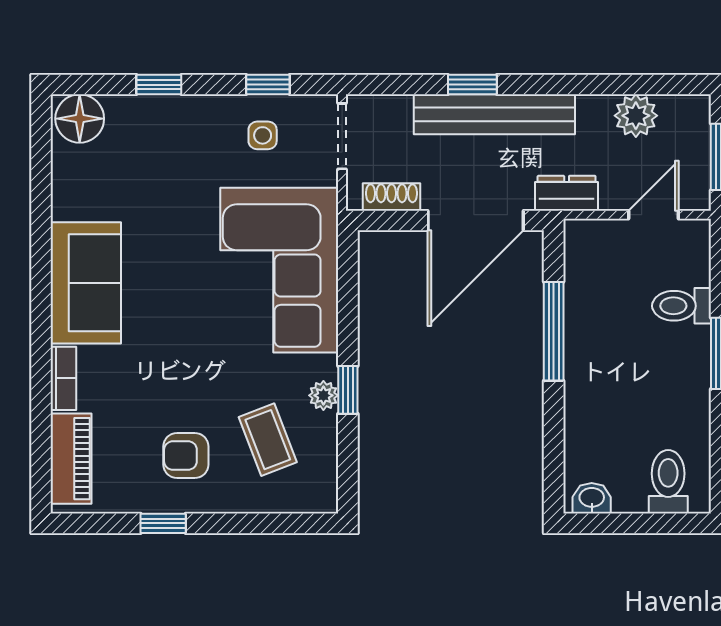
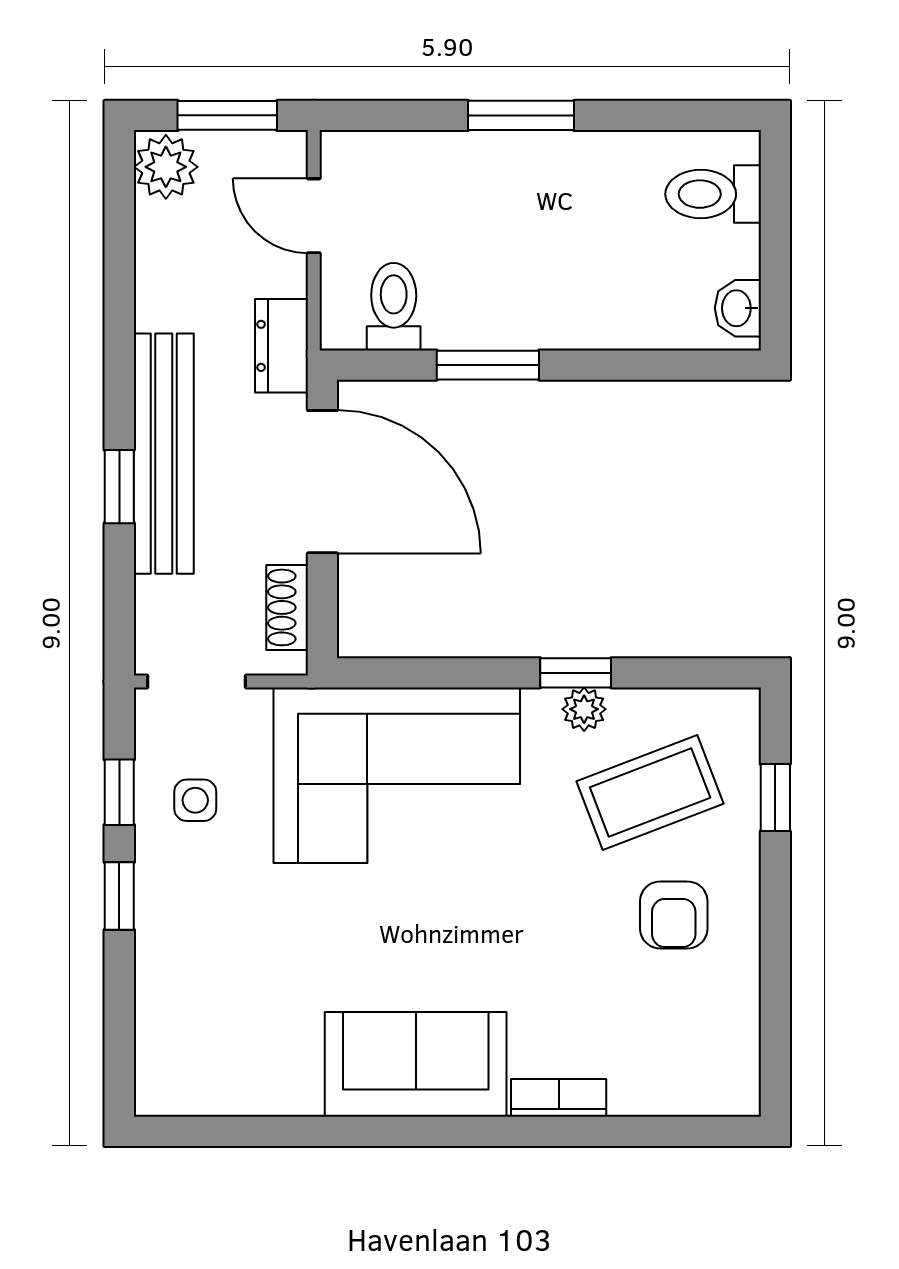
window: (159, 85) -> (119, 896), moved
plant: (636, 116) -> (166, 167), moved
floor lamp: (80, 119) -> (170, 1074), removed
toilet: (682, 306) -> (394, 307), moved, turned 180
window: (554, 331) -> (488, 365), width x0.69
coffee table: (268, 440) -> (650, 793), width x1.36, depth x1.30
piano: (71, 459) -> (678, 1087), removed
window: (163, 523) -> (775, 798), moved

